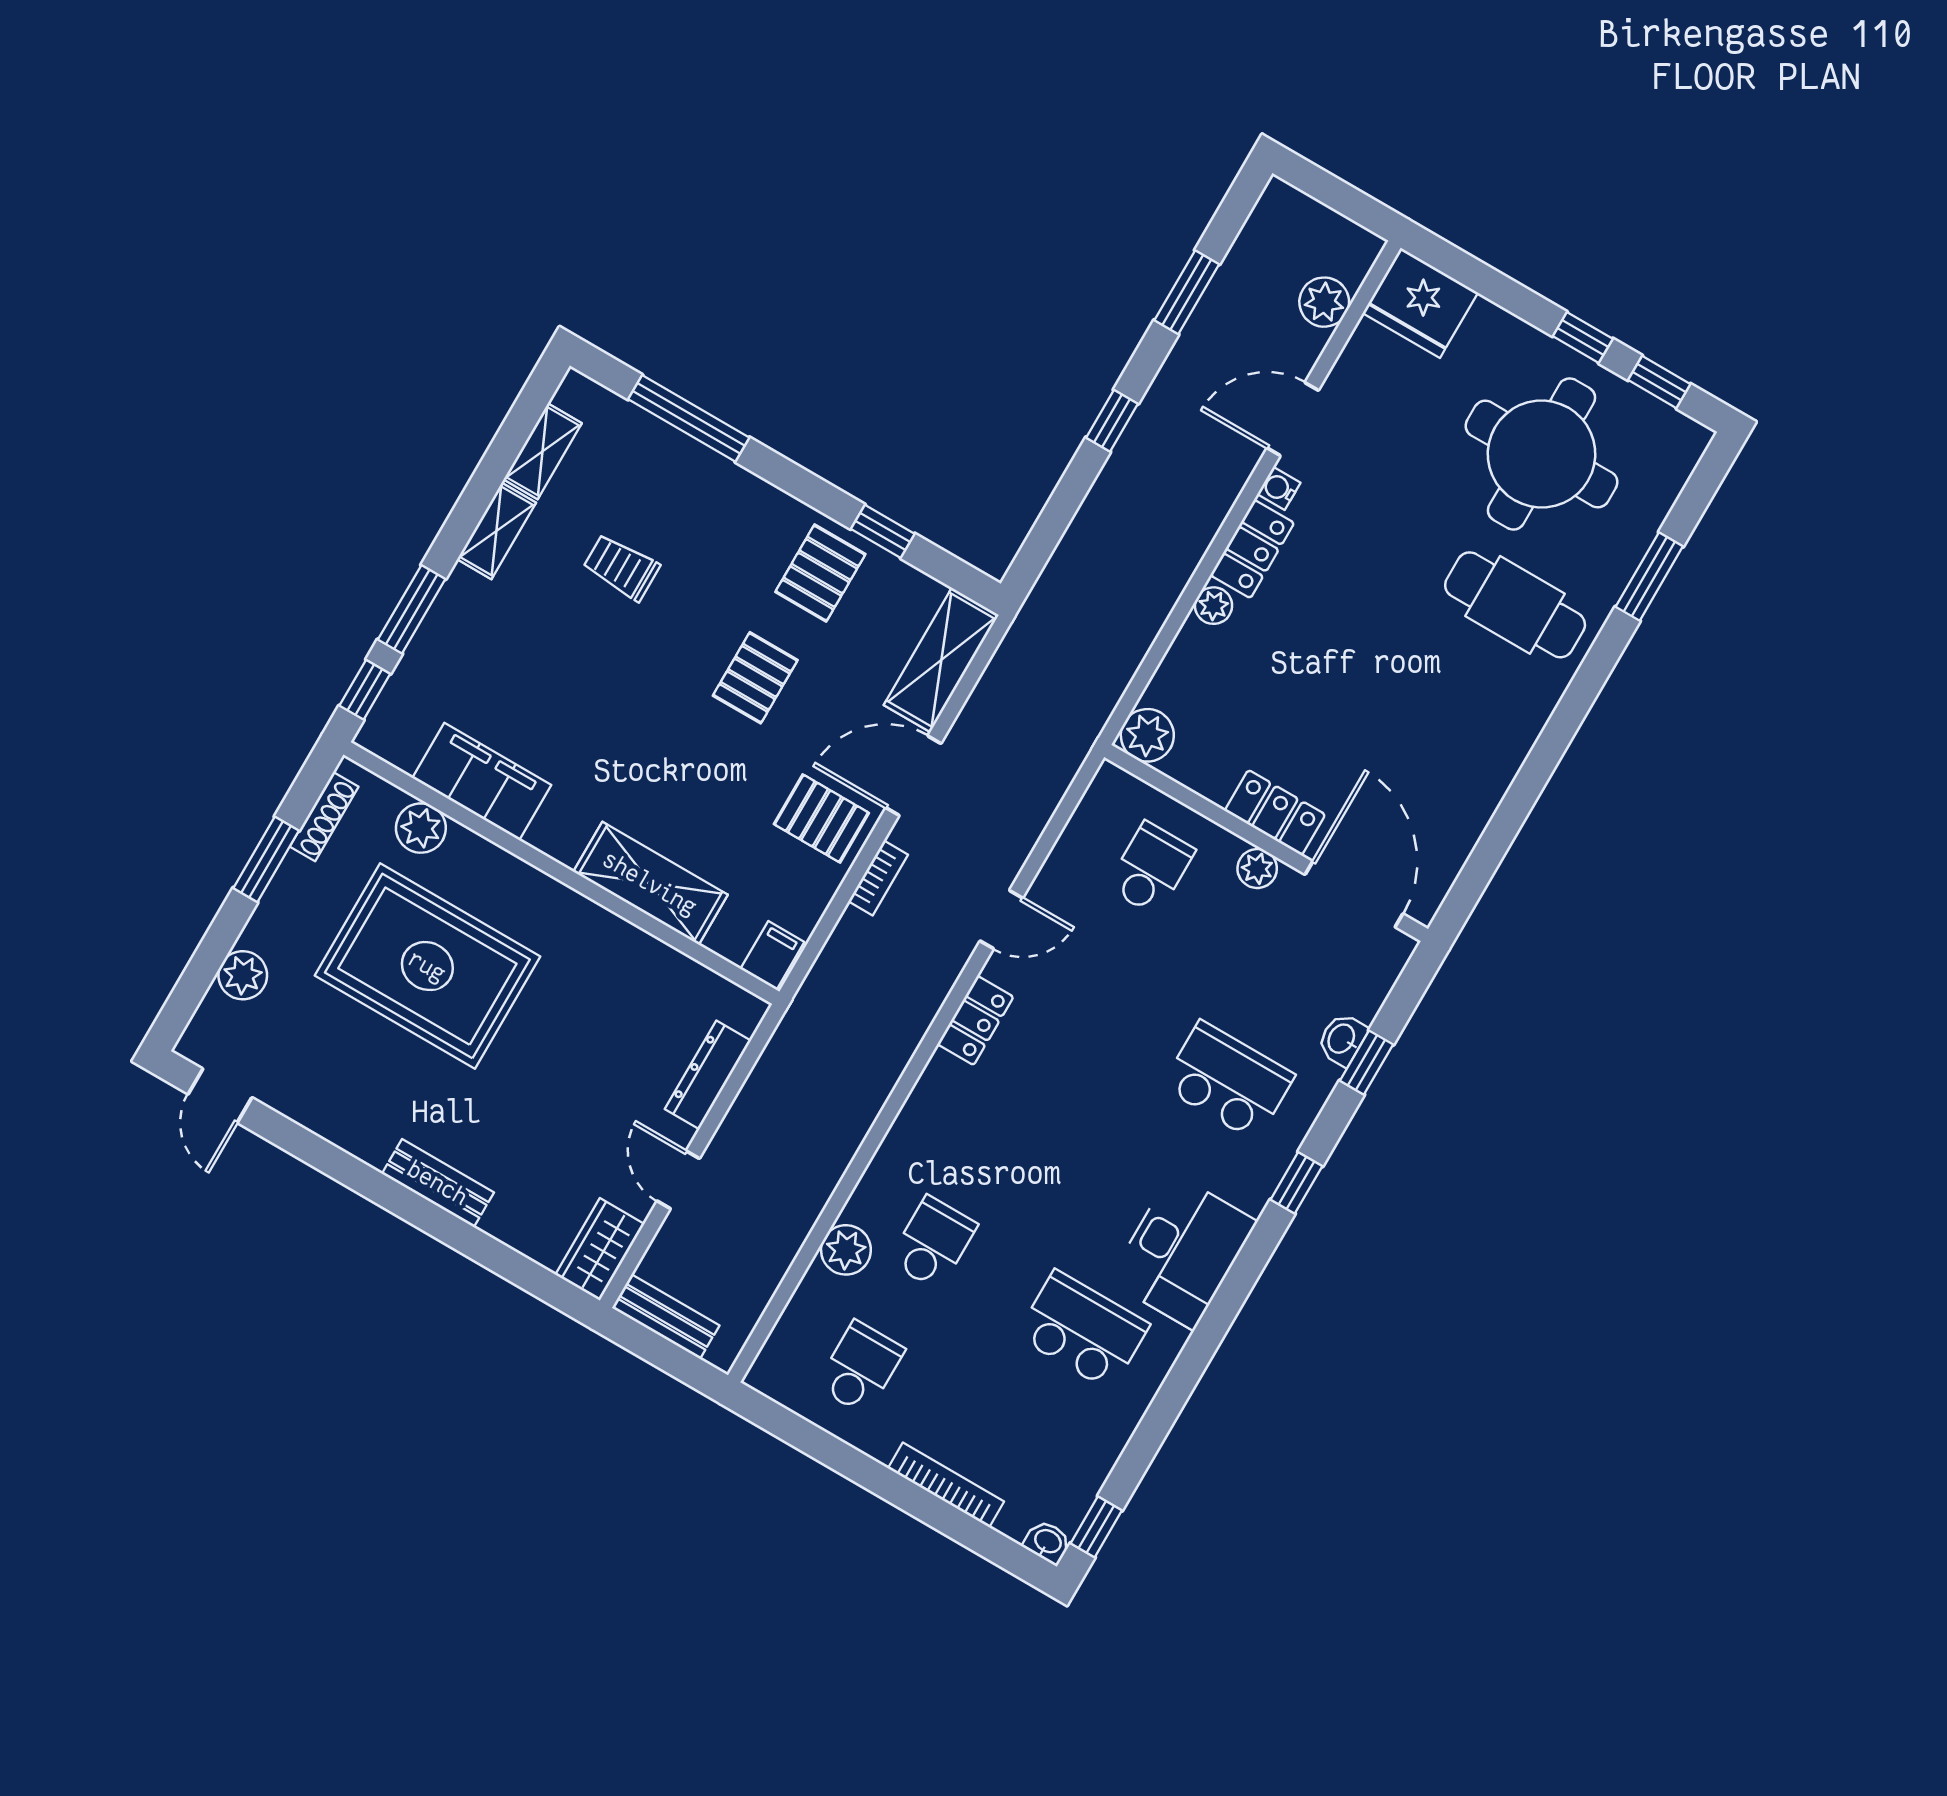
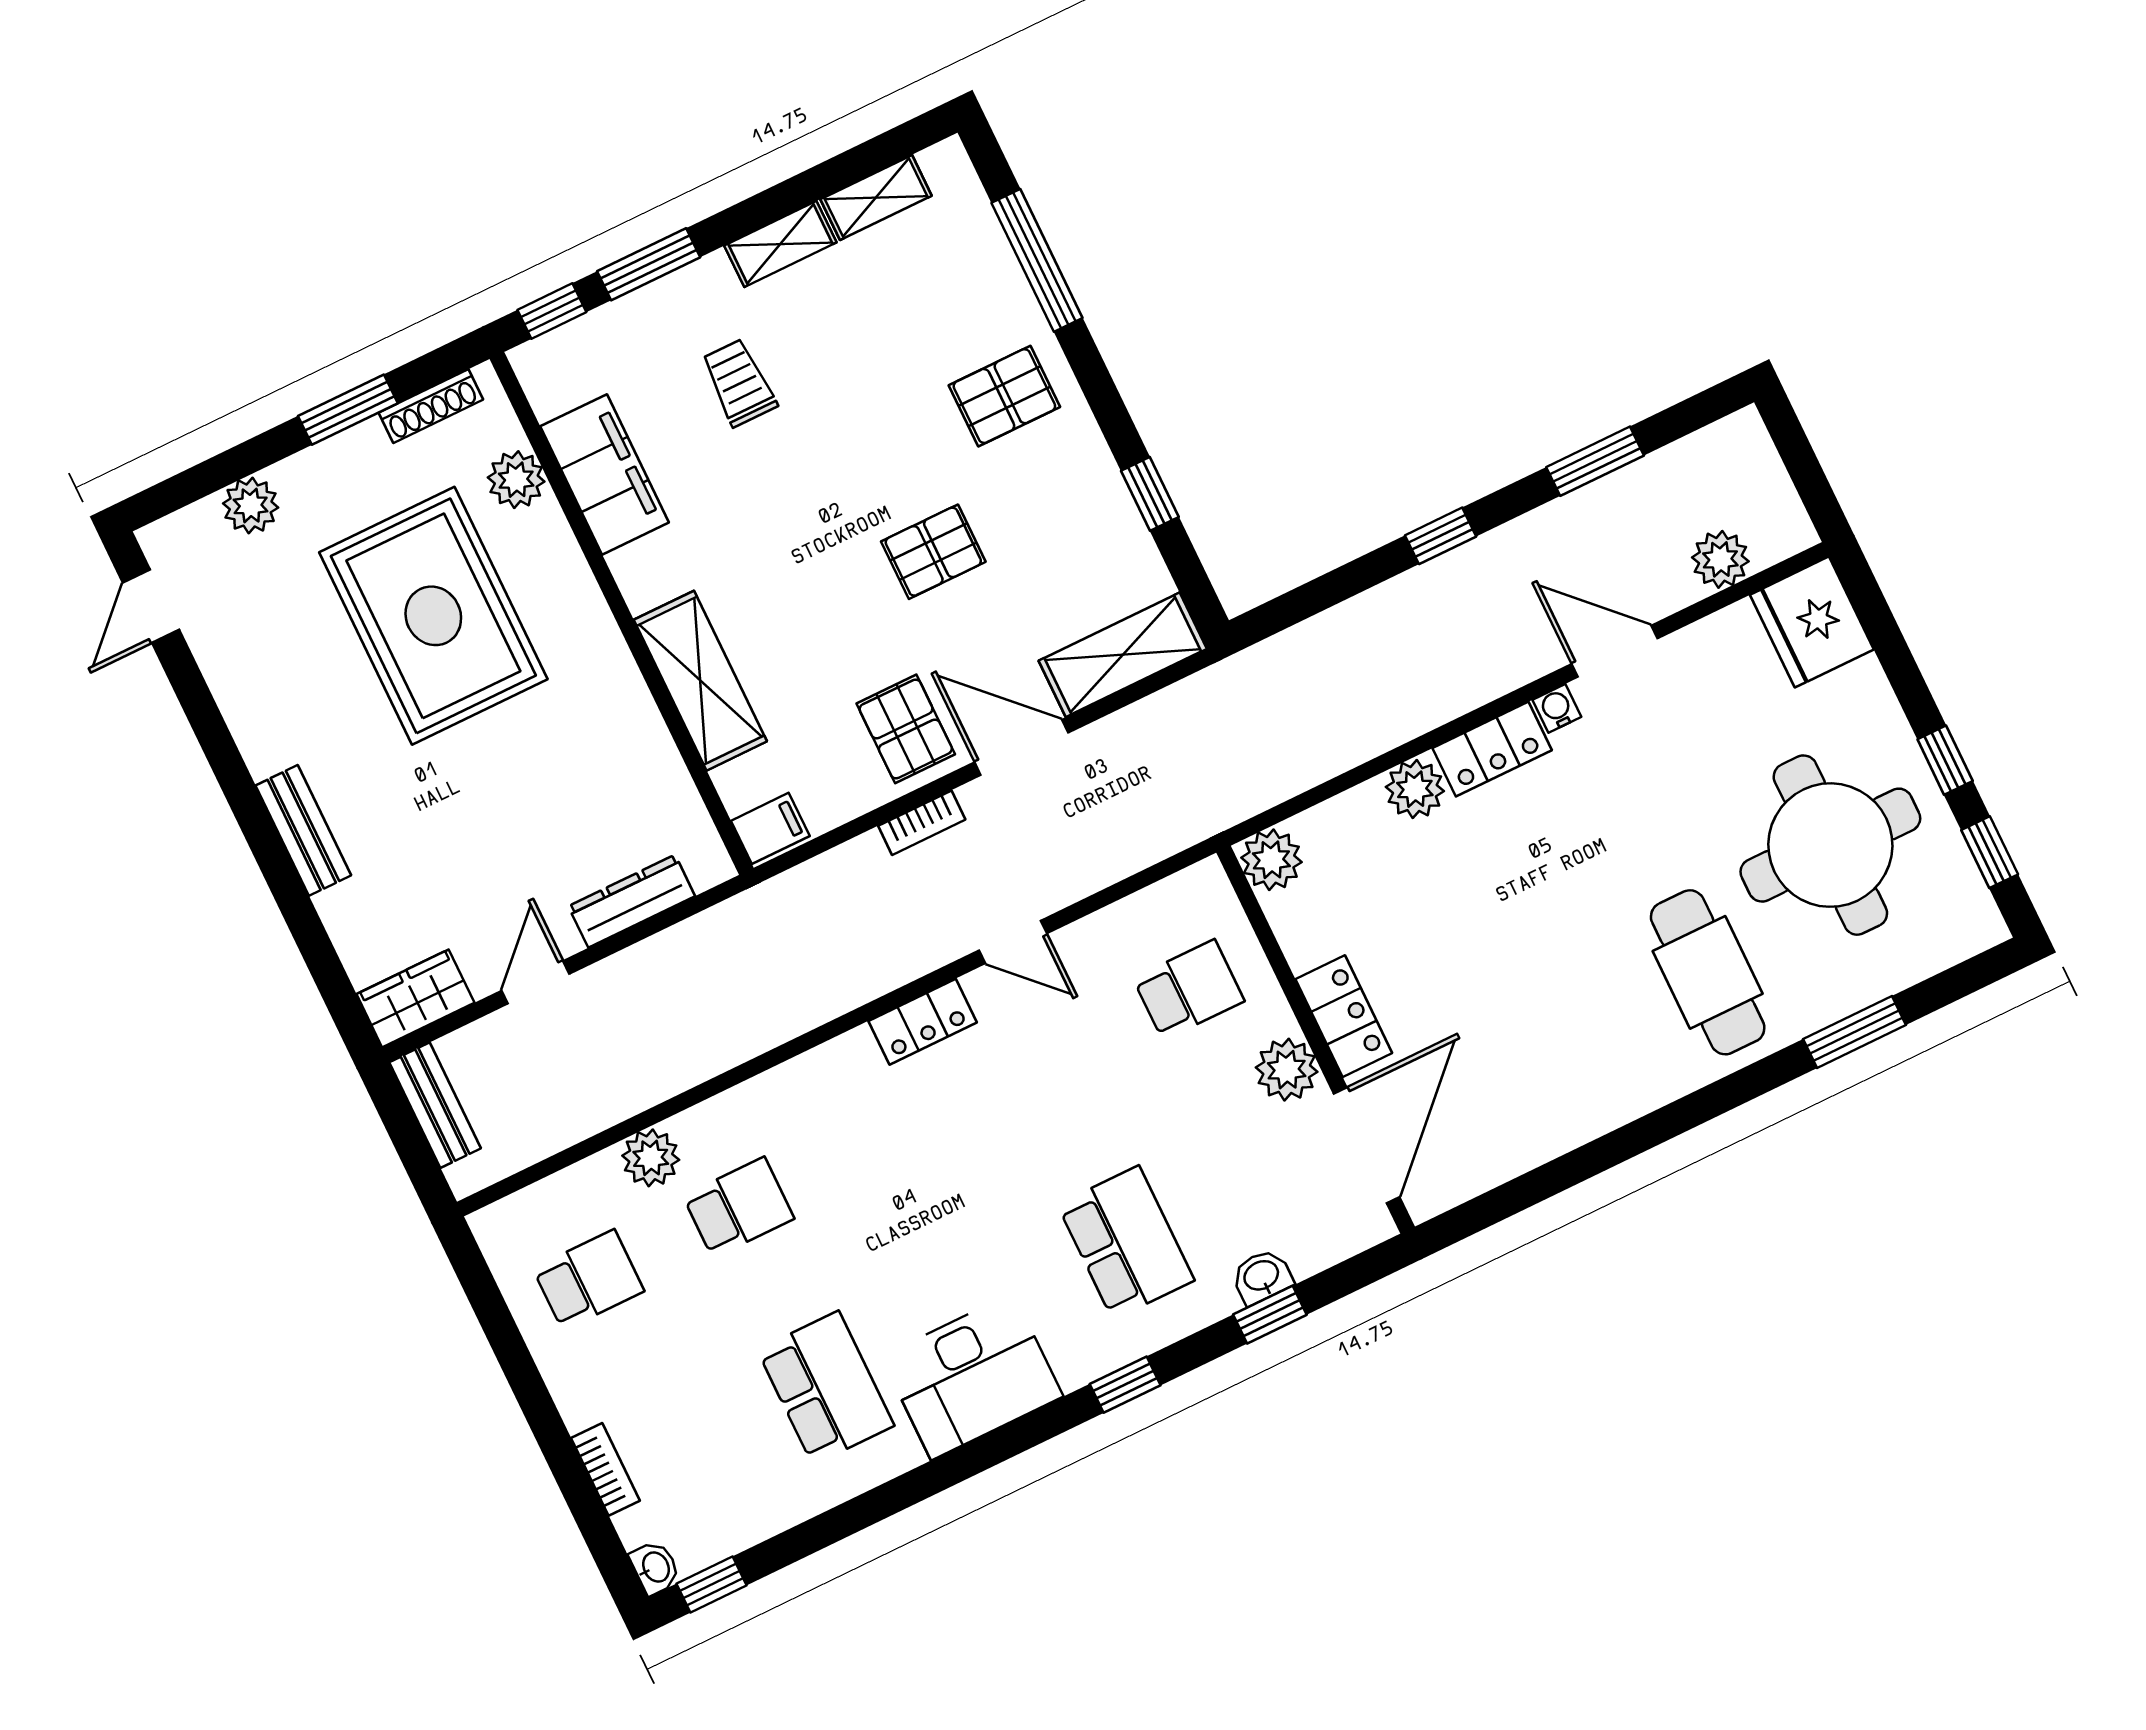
trolley: (621, 567) -> (739, 383), moved
pallet: (820, 573) -> (1004, 396), moved
plant: (1214, 606) -> (1415, 789), width x1.38, depth x1.38
plant: (1257, 869) -> (1287, 1070), width x1.38, depth x1.38
bookcase: (946, 1485) -> (605, 1469), width x0.64

